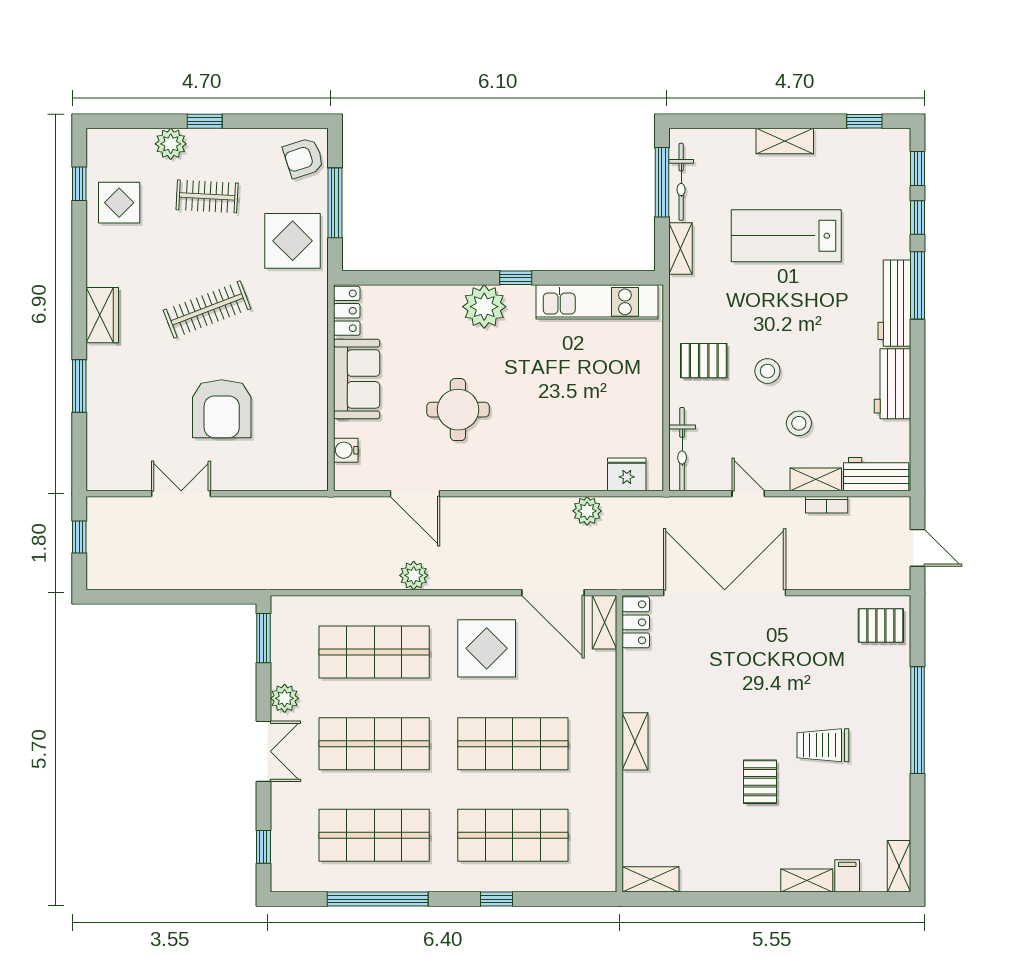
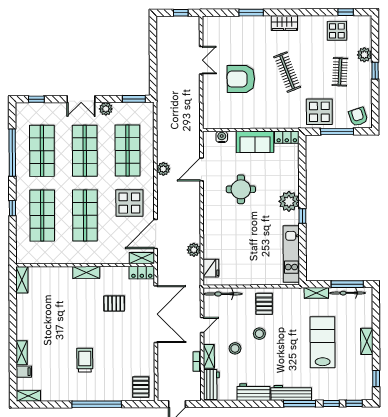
pallet: (760, 782) -> (114, 303), moved

